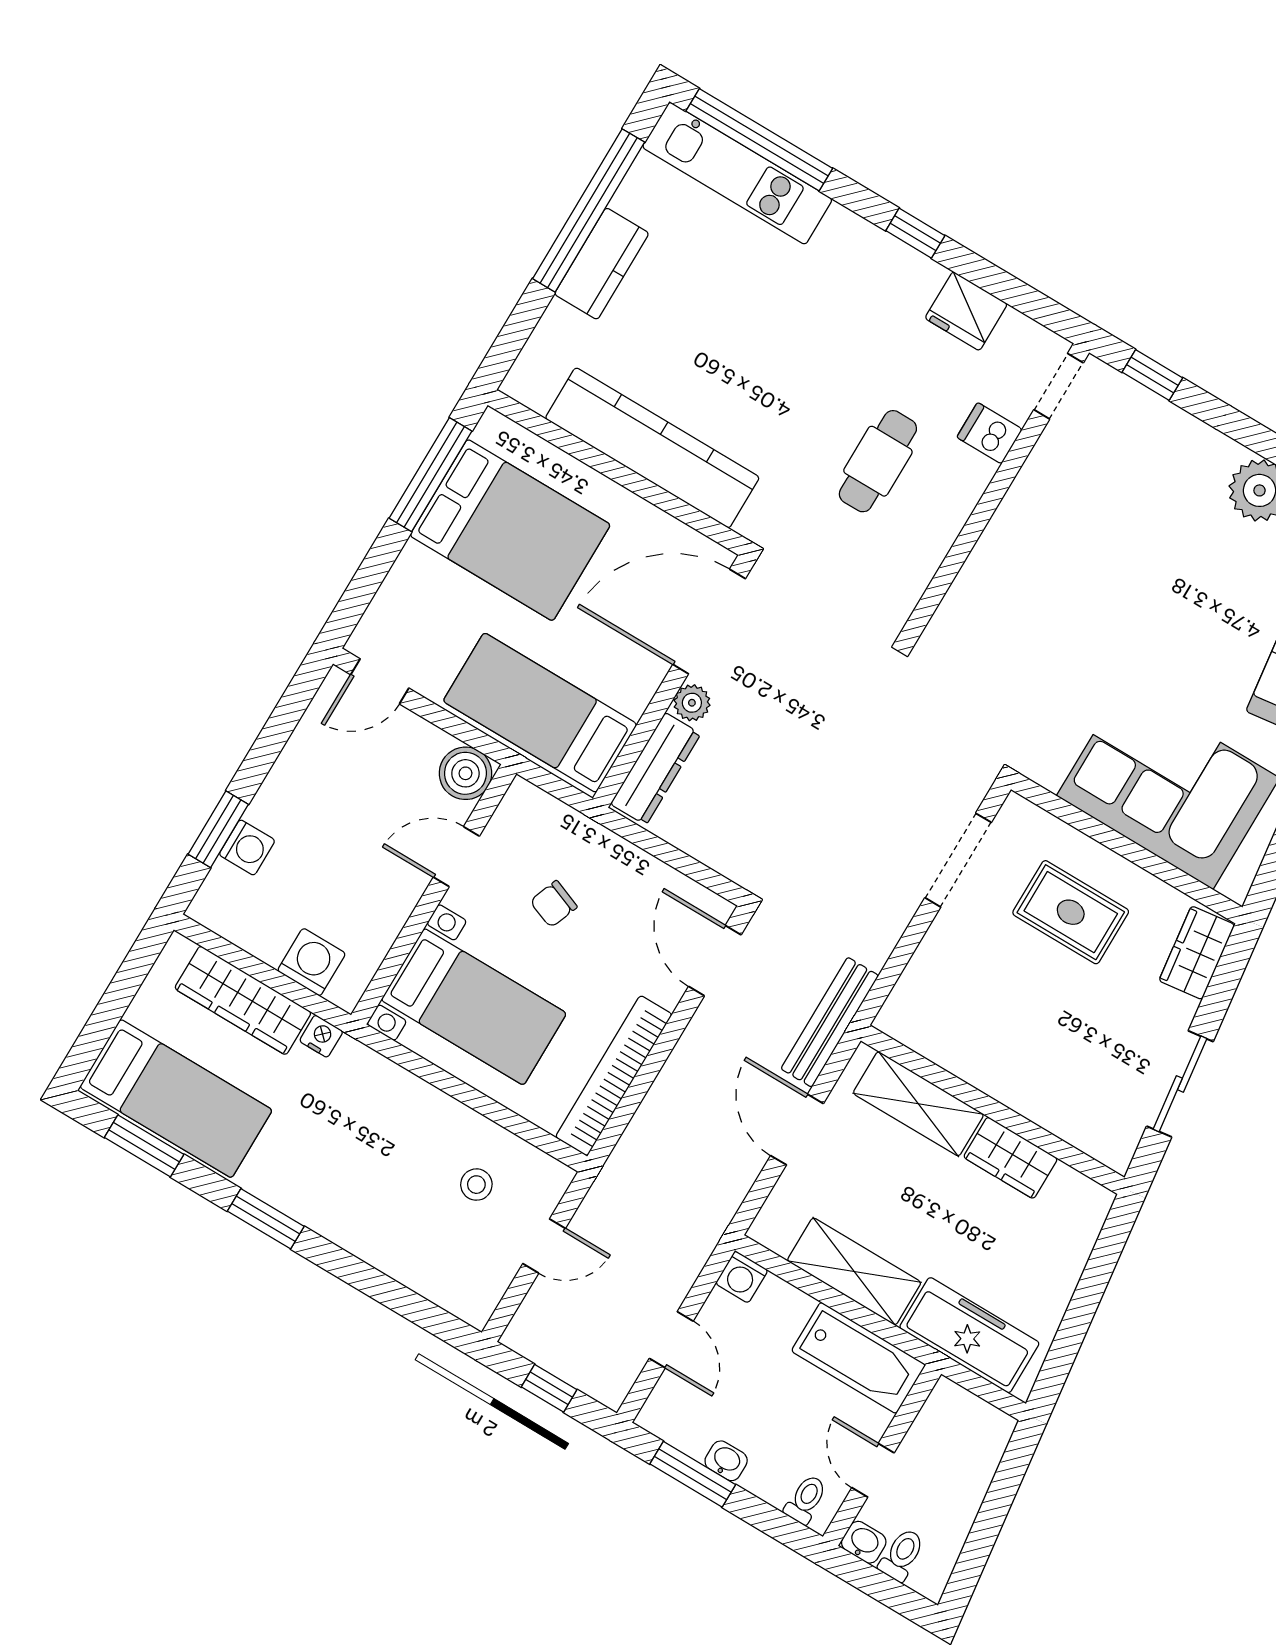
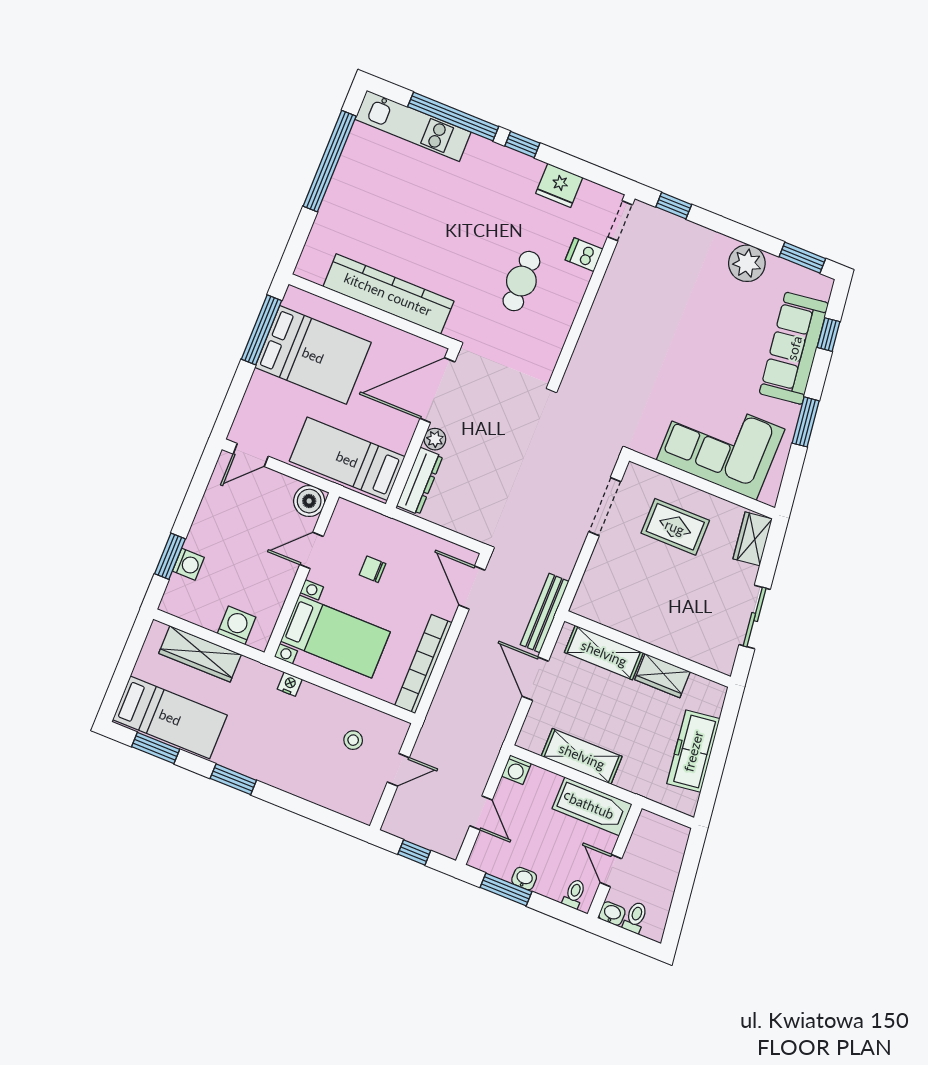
window: (759, 140) -> (453, 117), moved
kitchen counter: (602, 264) -> (342, 191), removed
chair: (554, 904) -> (373, 569), turned 69
nightstand: (321, 1036) -> (290, 684), moved
freezer: (969, 1335) -> (693, 751), moved, turned -97

